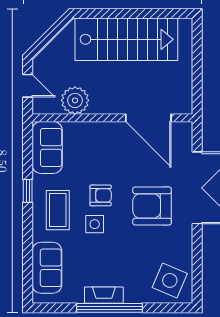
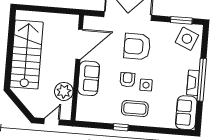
sofa: (47, 147) -> (89, 78), moved, turned 90
armchair: (152, 206) -> (137, 46), turned 90
sofa: (47, 268) -> (186, 113), moved, turned -90
window: (197, 270) -> (181, 20), added

